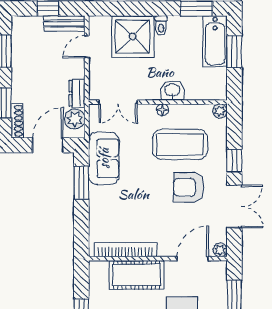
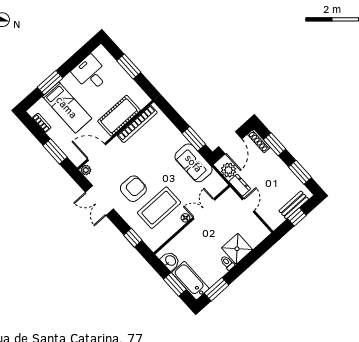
bench: (64, 24) -> (294, 205), moved
shower: (133, 37) -> (237, 249), width x0.73, depth x0.73
door: (87, 47) -> (248, 205), moved
washbasin: (172, 90) -> (170, 261), moved, turned -90
double door: (118, 102) -> (204, 209), moved
plant: (220, 111) -> (154, 245), removed
window: (234, 161) -> (133, 238), moved
door: (193, 259) -> (96, 152), swing flipped

